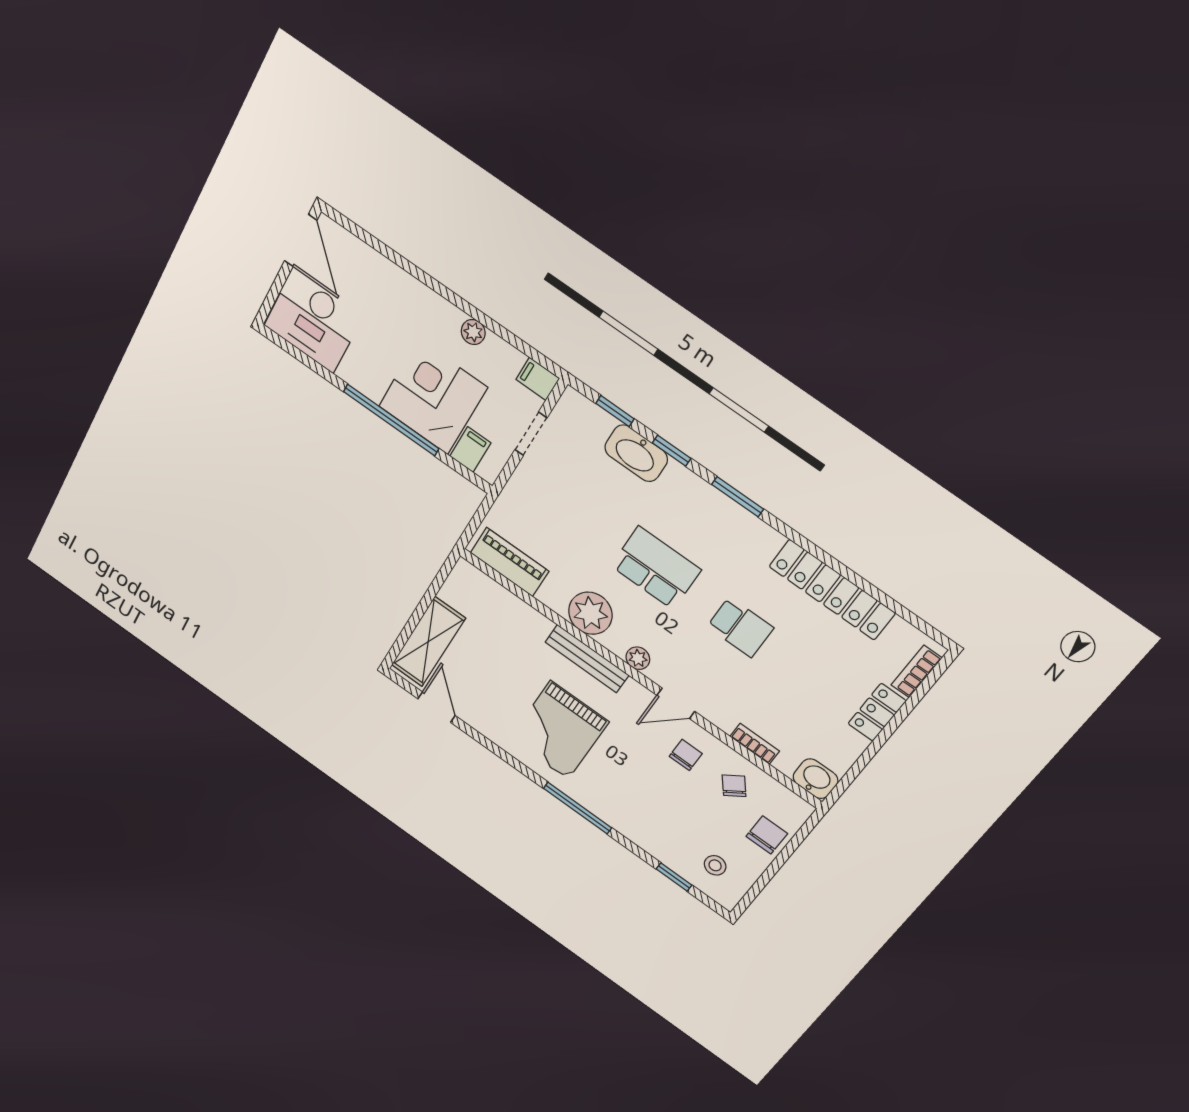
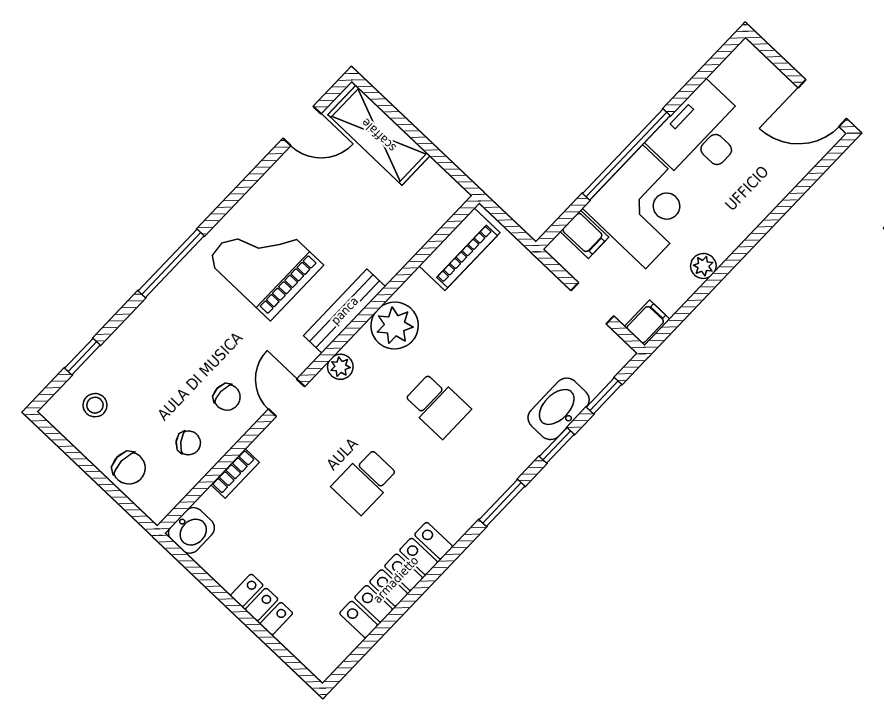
desk: (313, 322) -> (701, 135), moved
school desk: (656, 568) -> (437, 405), width x0.54
bookcase: (916, 672) -> (303, 650), removed

